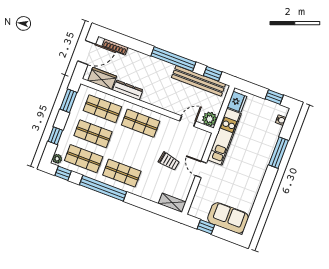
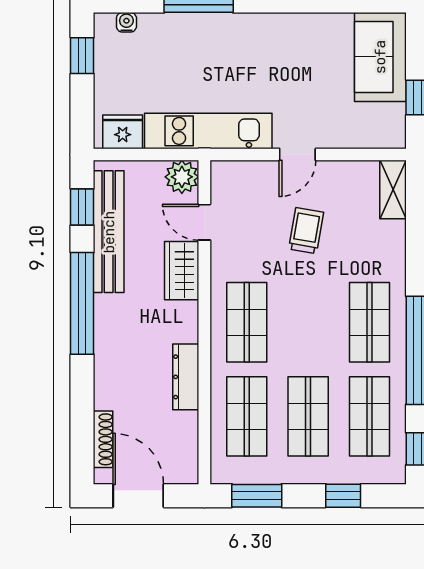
wardrobe: (102, 78) -> (182, 271), moved
plant: (57, 159) -> (391, 473), removed

